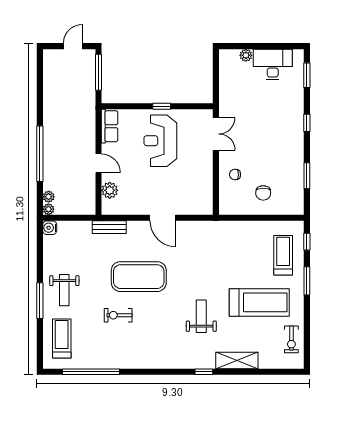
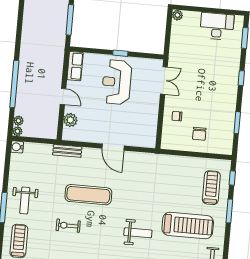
plant: (246, 55) -> (177, 15), moved
exercise mat: (139, 277) -> (88, 195), width x0.68
weight bench: (201, 316) -> (138, 233), turned 90

